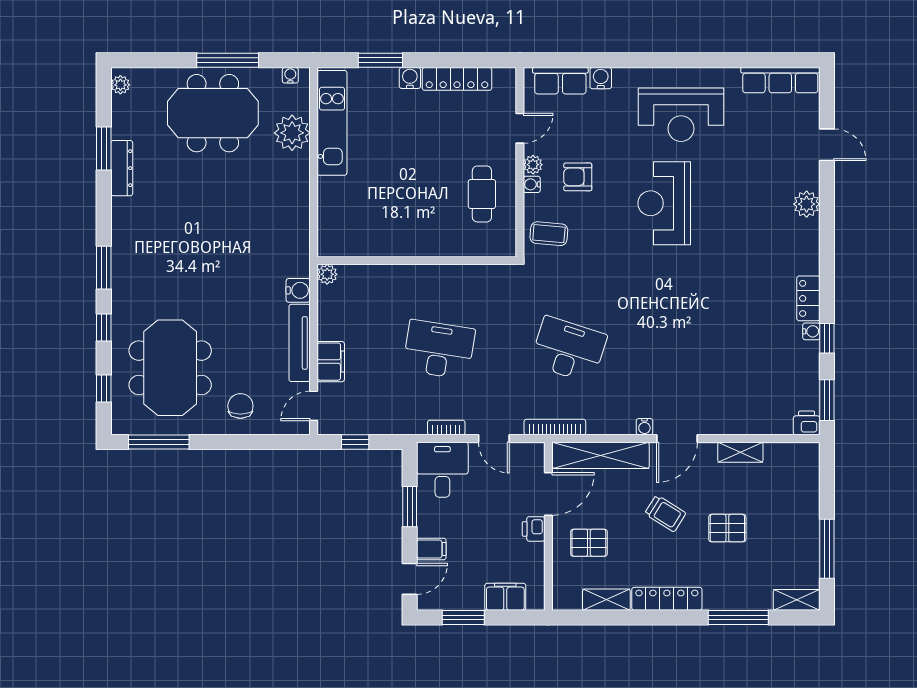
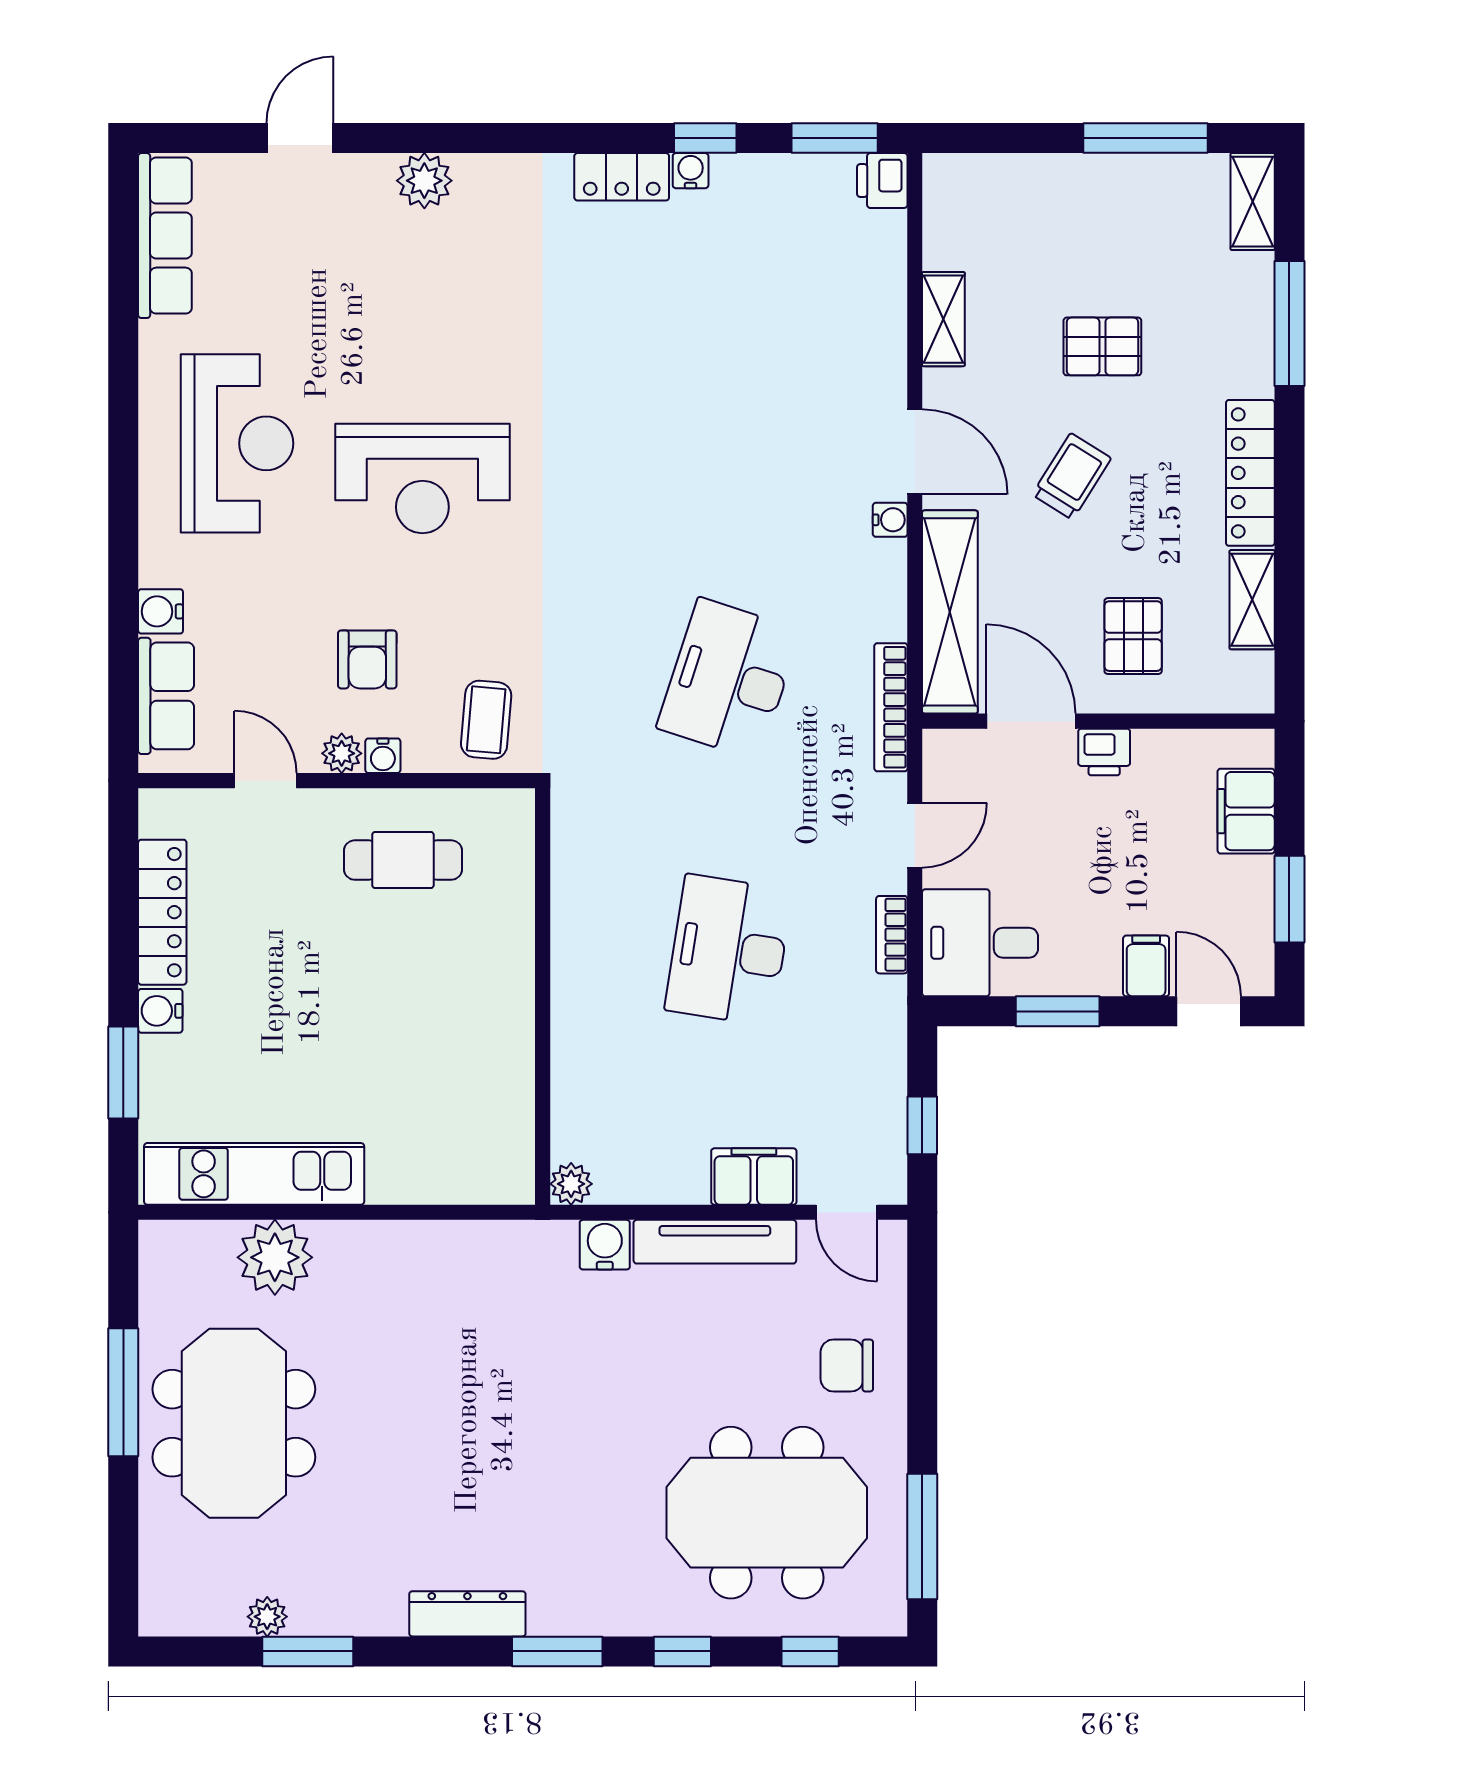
water cooler: (290, 75) -> (155, 1261), removed
plant: (120, 85) -> (267, 1617), moved
dresser: (122, 168) -> (467, 1614), moved
pallet: (727, 528) -> (1102, 346), turned 90

